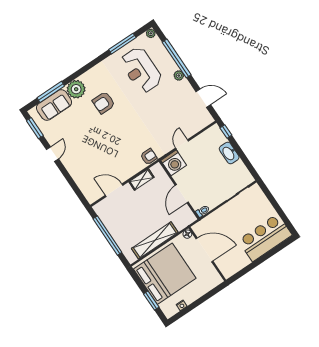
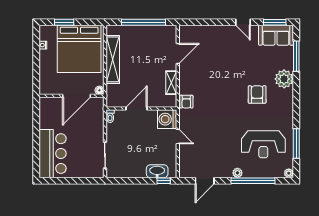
reception desk: (141, 70) -> (263, 144), turned 180
sofa: (54, 105) -> (276, 35), moved, turned -90
washbasin: (229, 153) -> (157, 171), moved
door: (182, 194) -> (137, 108), hinge flipped

